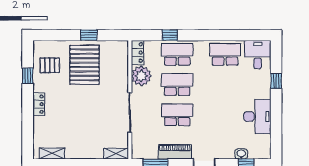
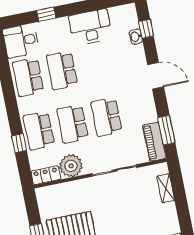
school desk: (225, 85) -> (62, 70), added
piano: (175, 152) -> (154, 142), moved
shelving: (116, 154) -> (166, 188), moved

